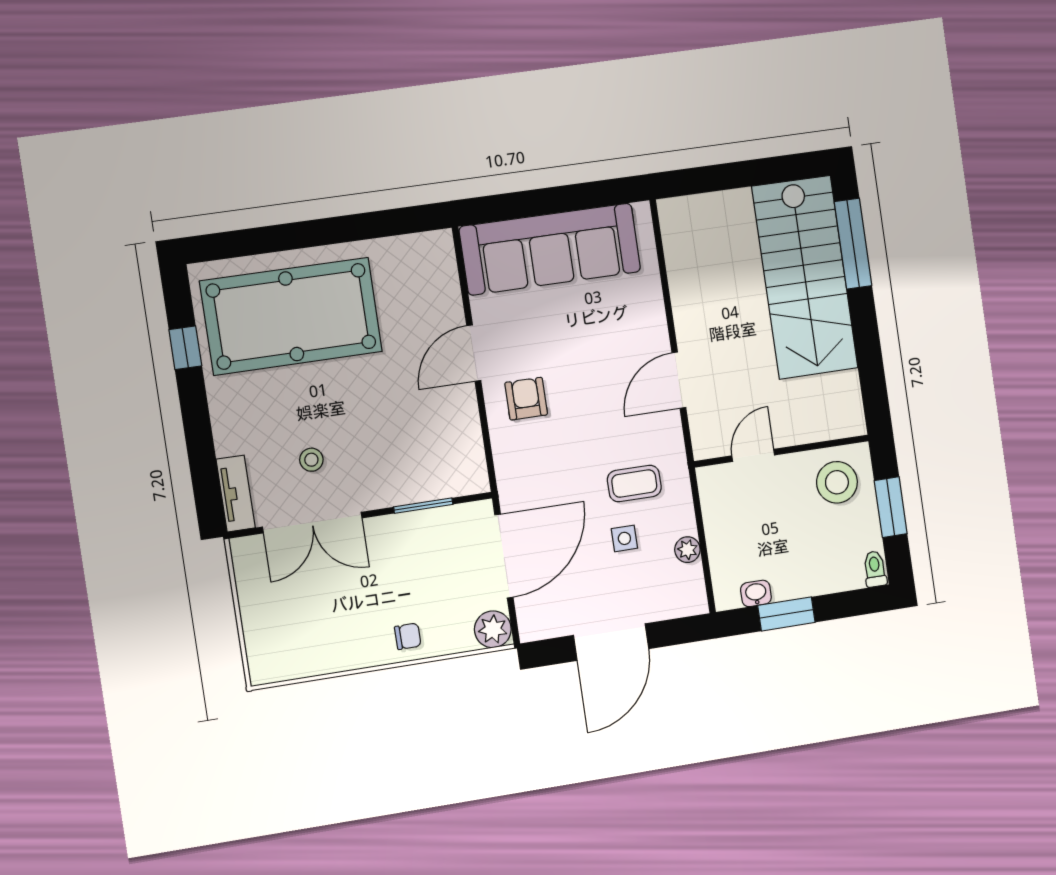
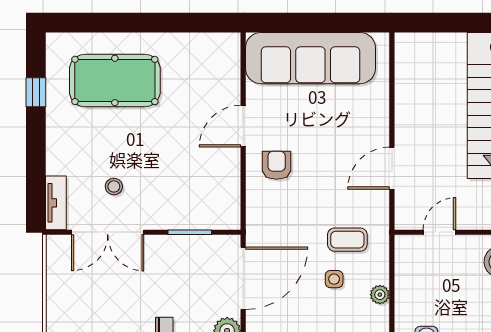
pool table: (291, 316) -> (115, 80), width x0.73, depth x0.76

